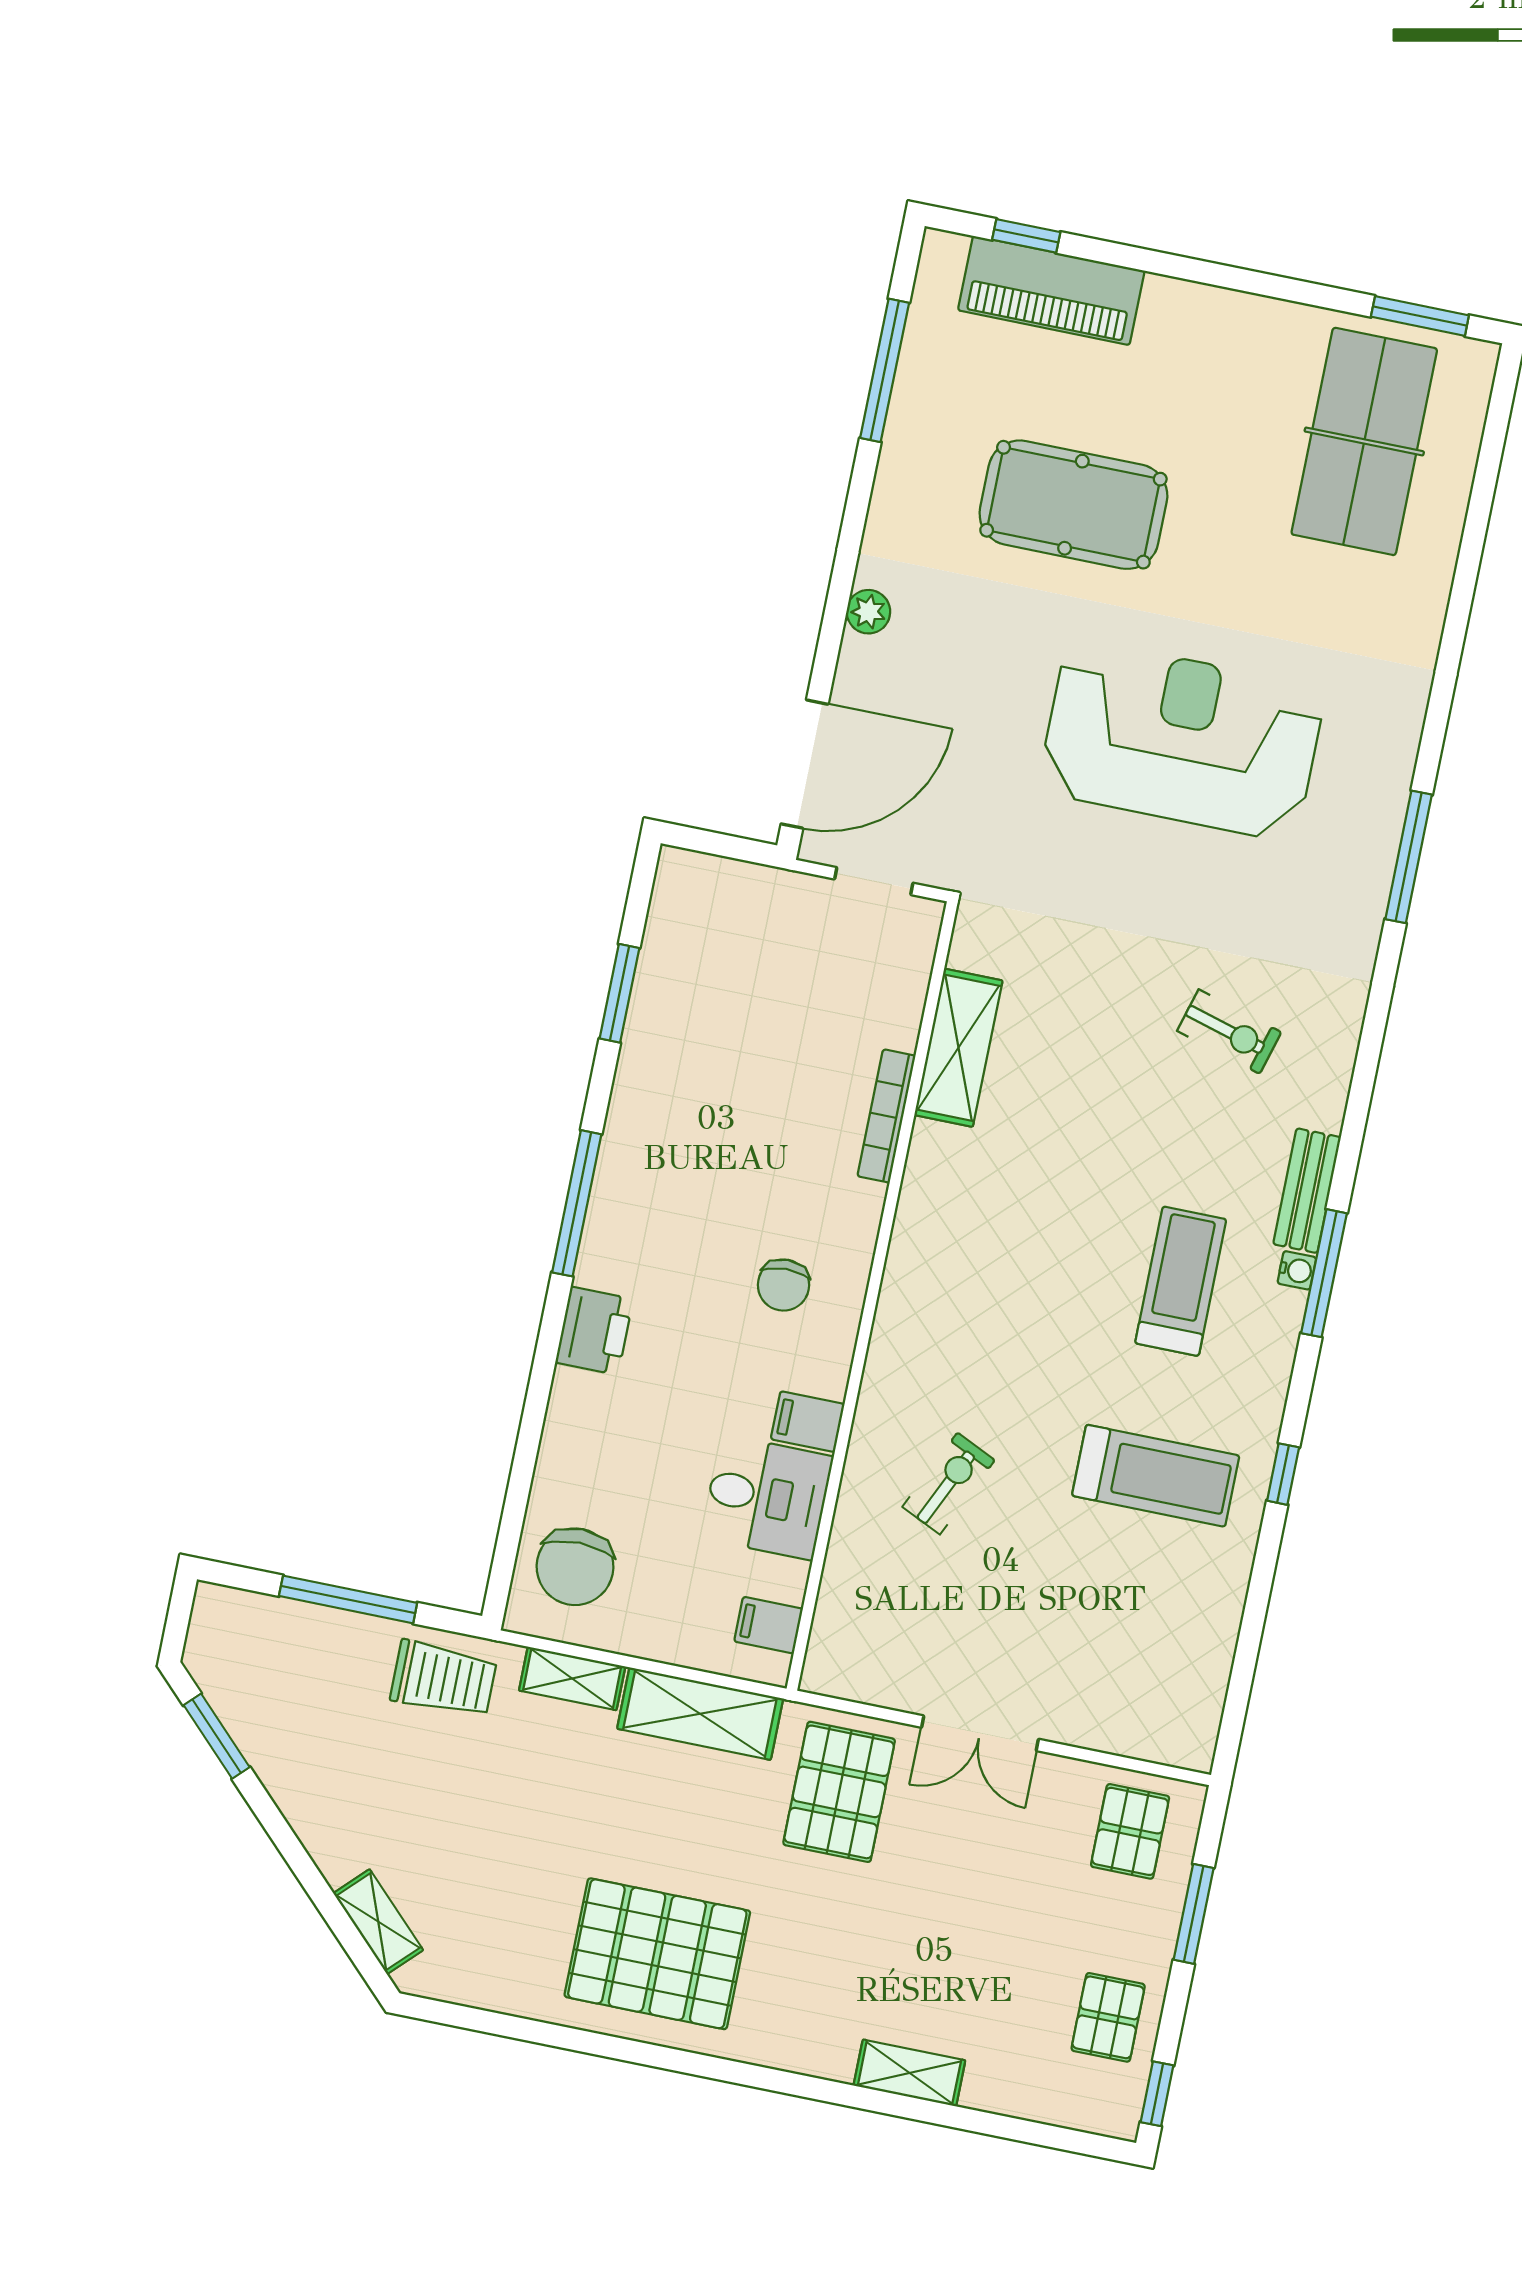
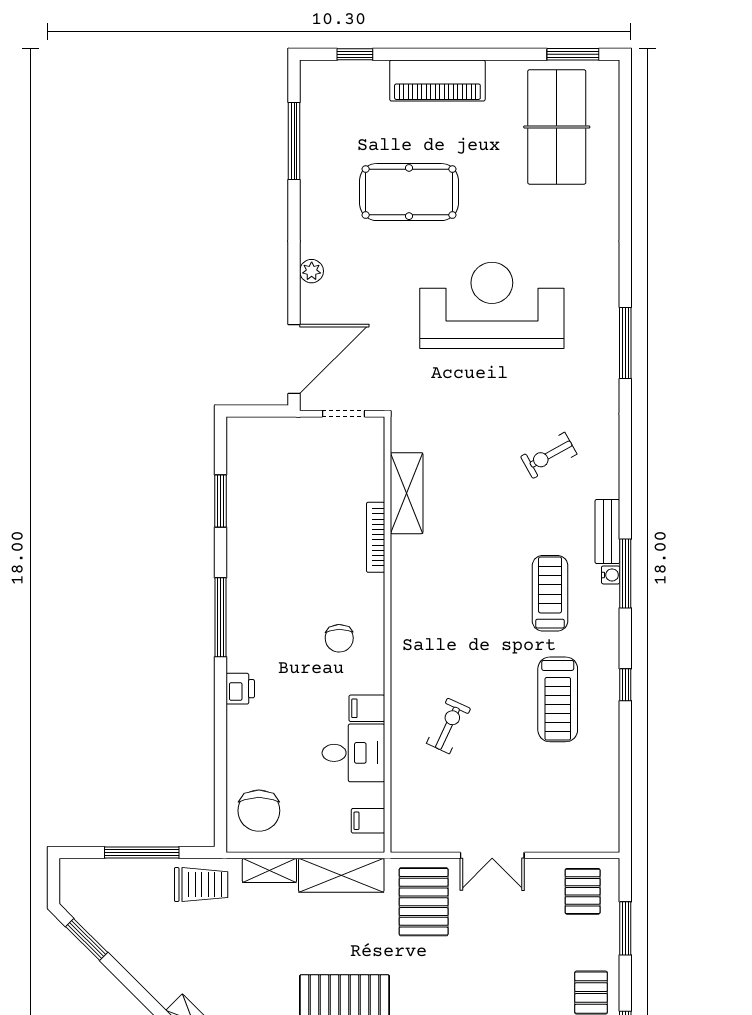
piano: (1051, 290) -> (437, 81), moved
exercise bike: (1229, 1032) -> (549, 455), turned 135
printer: (594, 1331) -> (240, 689), width x0.73, depth x0.81
treadmill: (1156, 1476) -> (558, 699), turned 90

